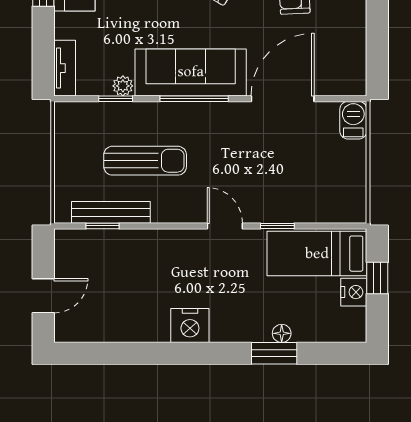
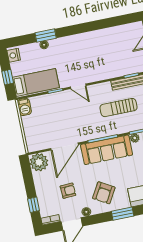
plant: (346, 75) -> (39, 162), added
barbecue: (353, 120) -> (24, 107), moved
nightstand: (354, 292) -> (14, 55), moved
nightstand: (190, 326) -> (85, 40), removed

